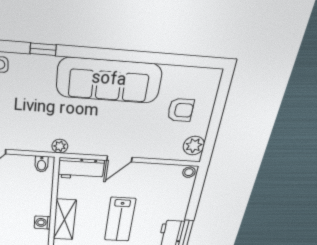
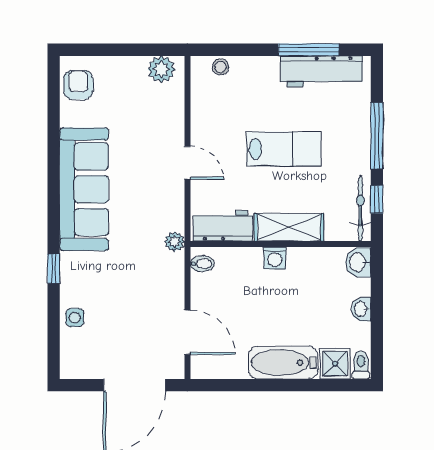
armchair: (181, 110) -> (78, 85), moved
workbench: (81, 169) -> (223, 226), moved, turned -90
stool: (189, 172) -> (221, 67), moved
washing machine: (43, 223) -> (275, 258), moved

